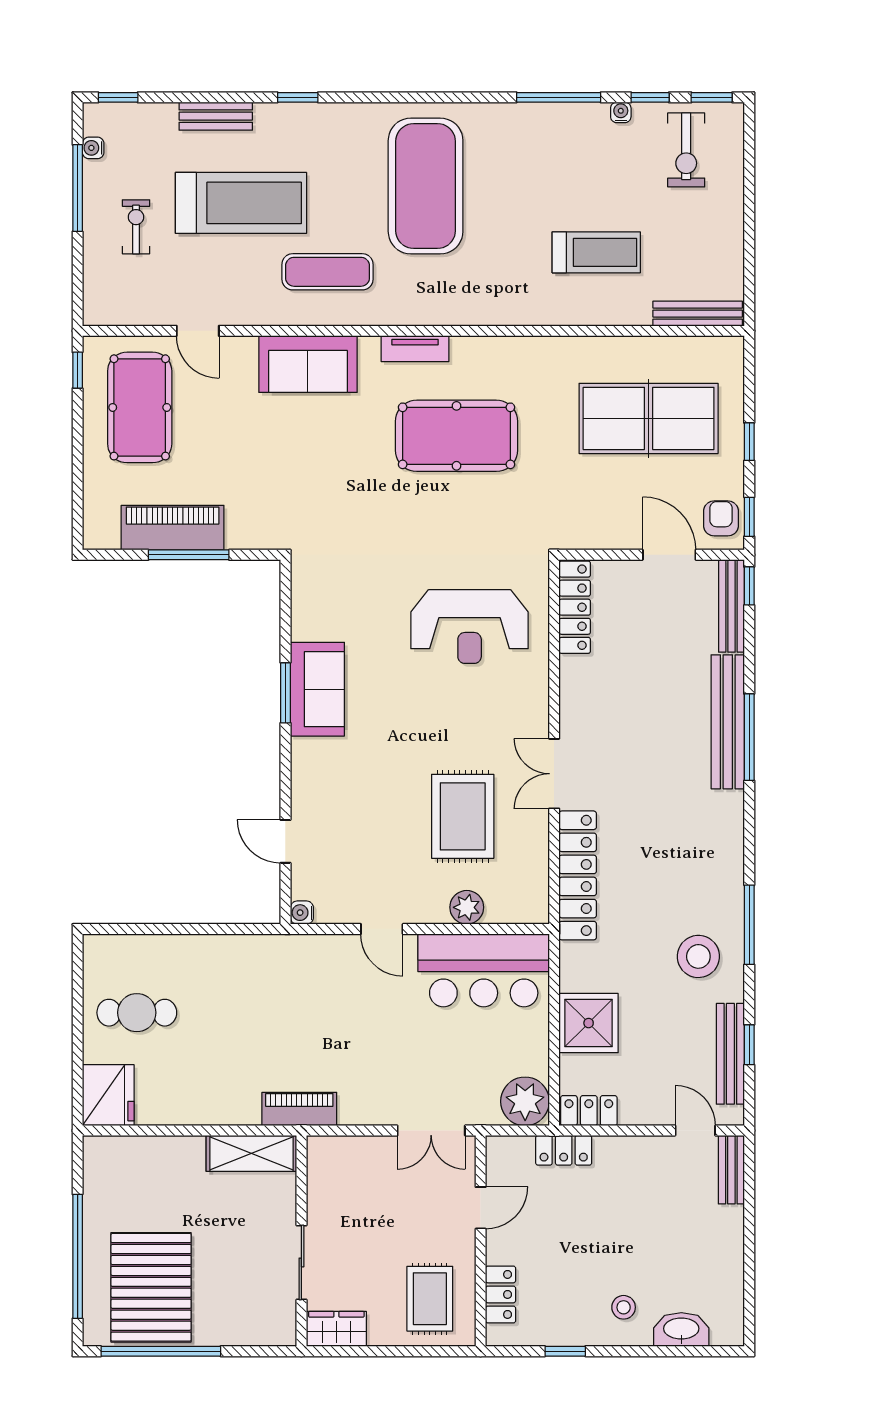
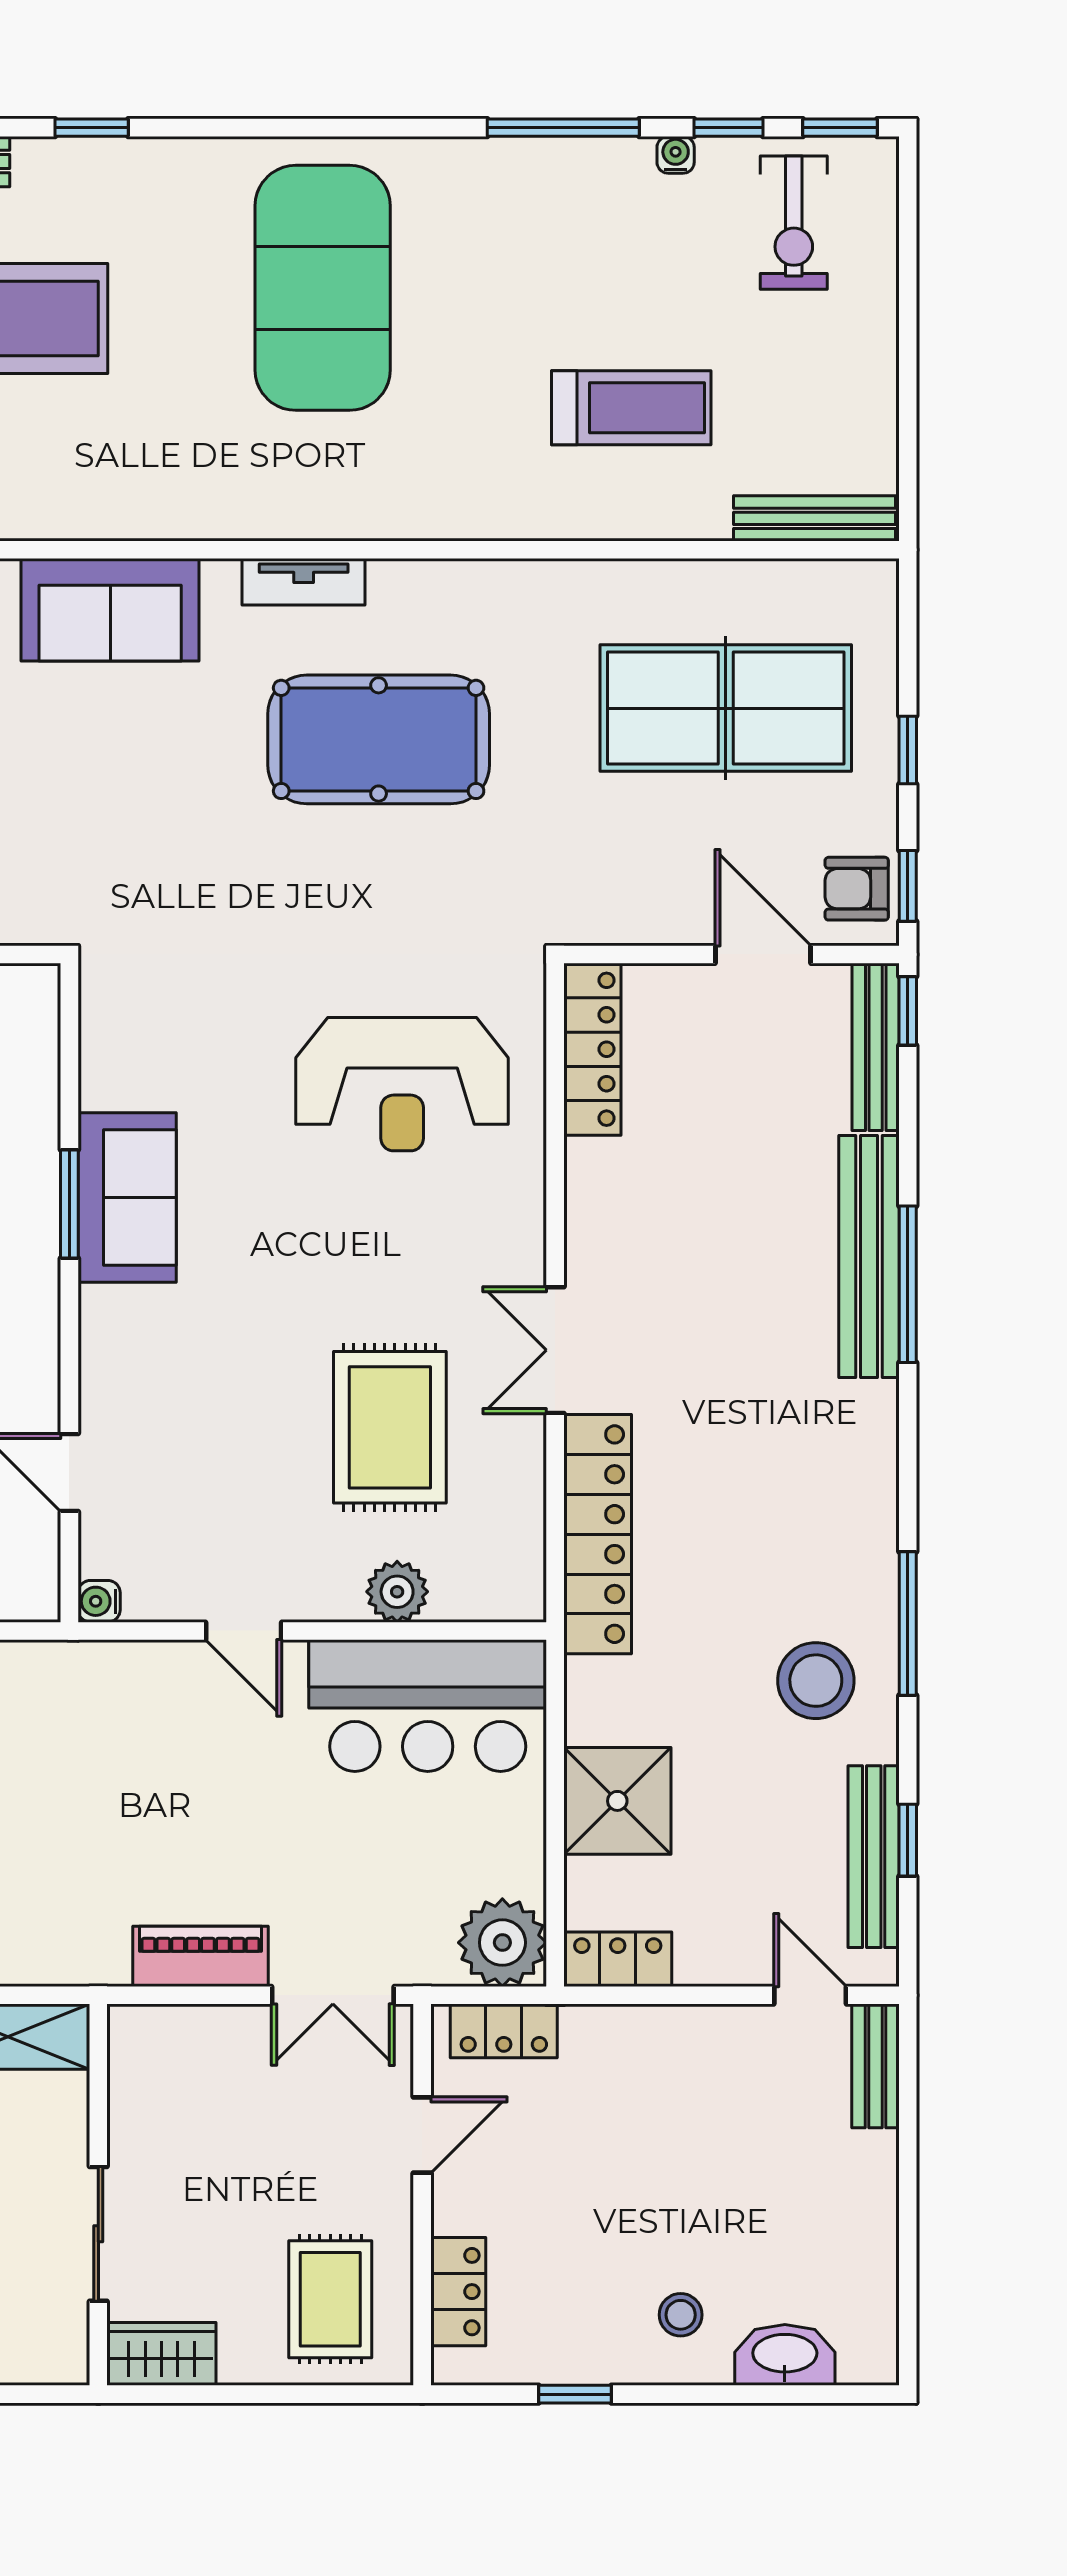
exercise mat: (328, 272) -> (145, 443), removed
armchair: (721, 518) -> (857, 889), turned -90
piano: (299, 1109) -> (201, 1956), moved
locker: (564, 1150) -> (504, 2031), moved

